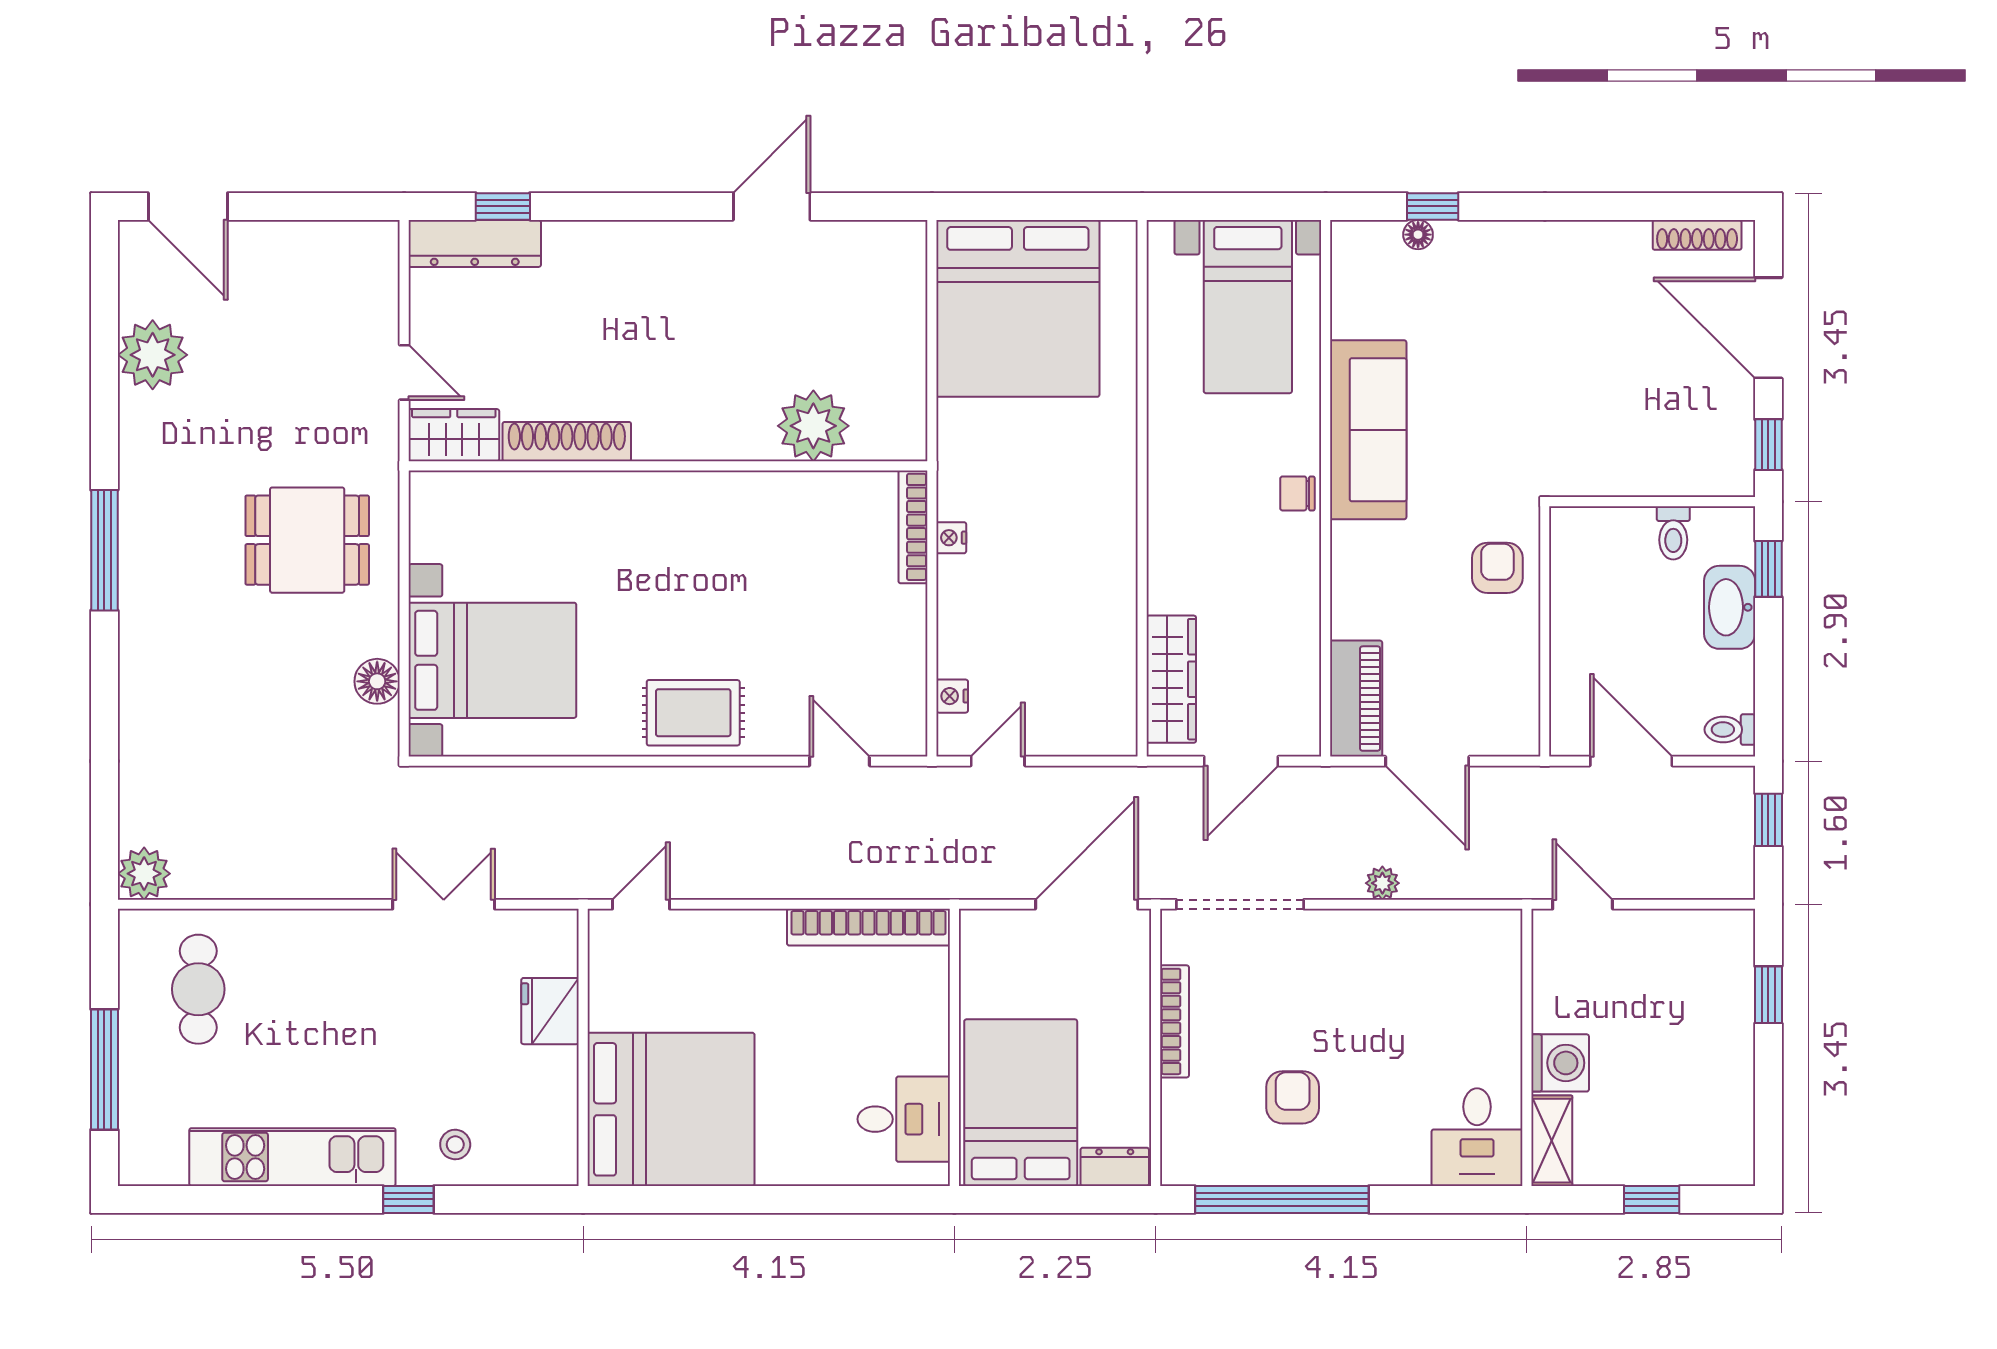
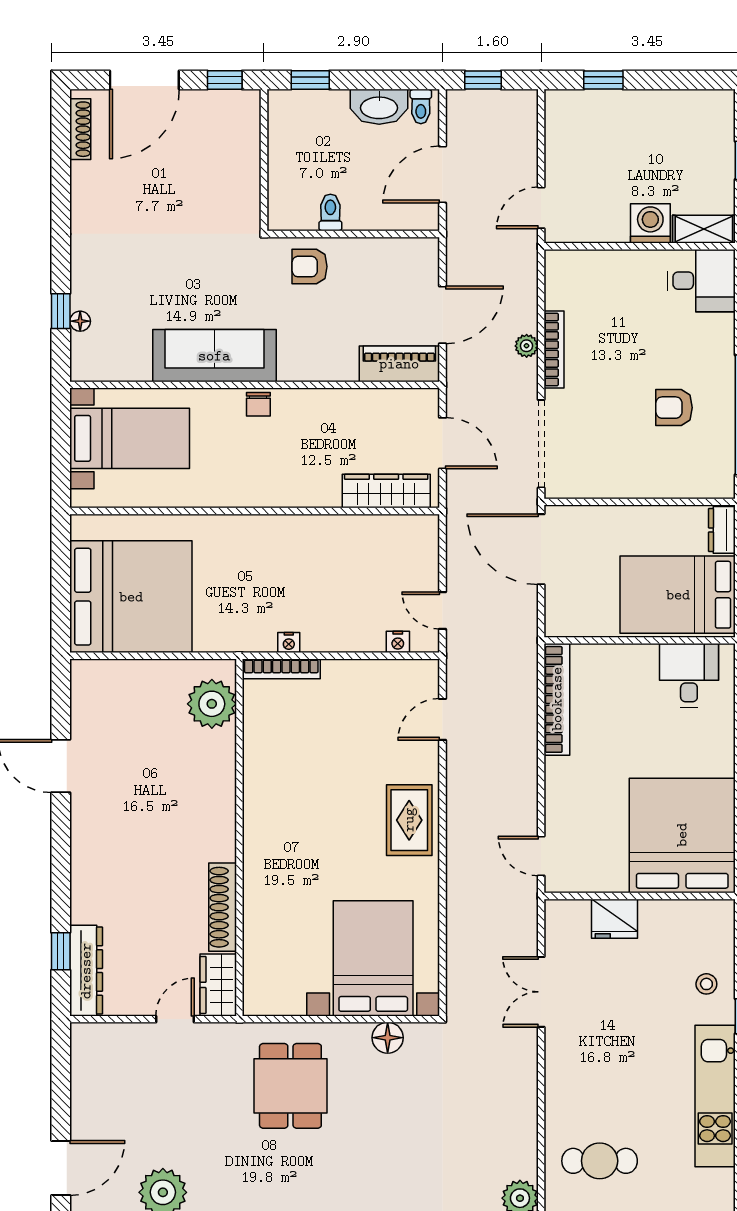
plant: (813, 426) -> (212, 704), moved
toilet: (1673, 533) -> (330, 212), moved, turned -90
washbasin: (1730, 607) -> (379, 107), moved
bookcase: (1174, 1021) -> (554, 349), moved, turned 90

